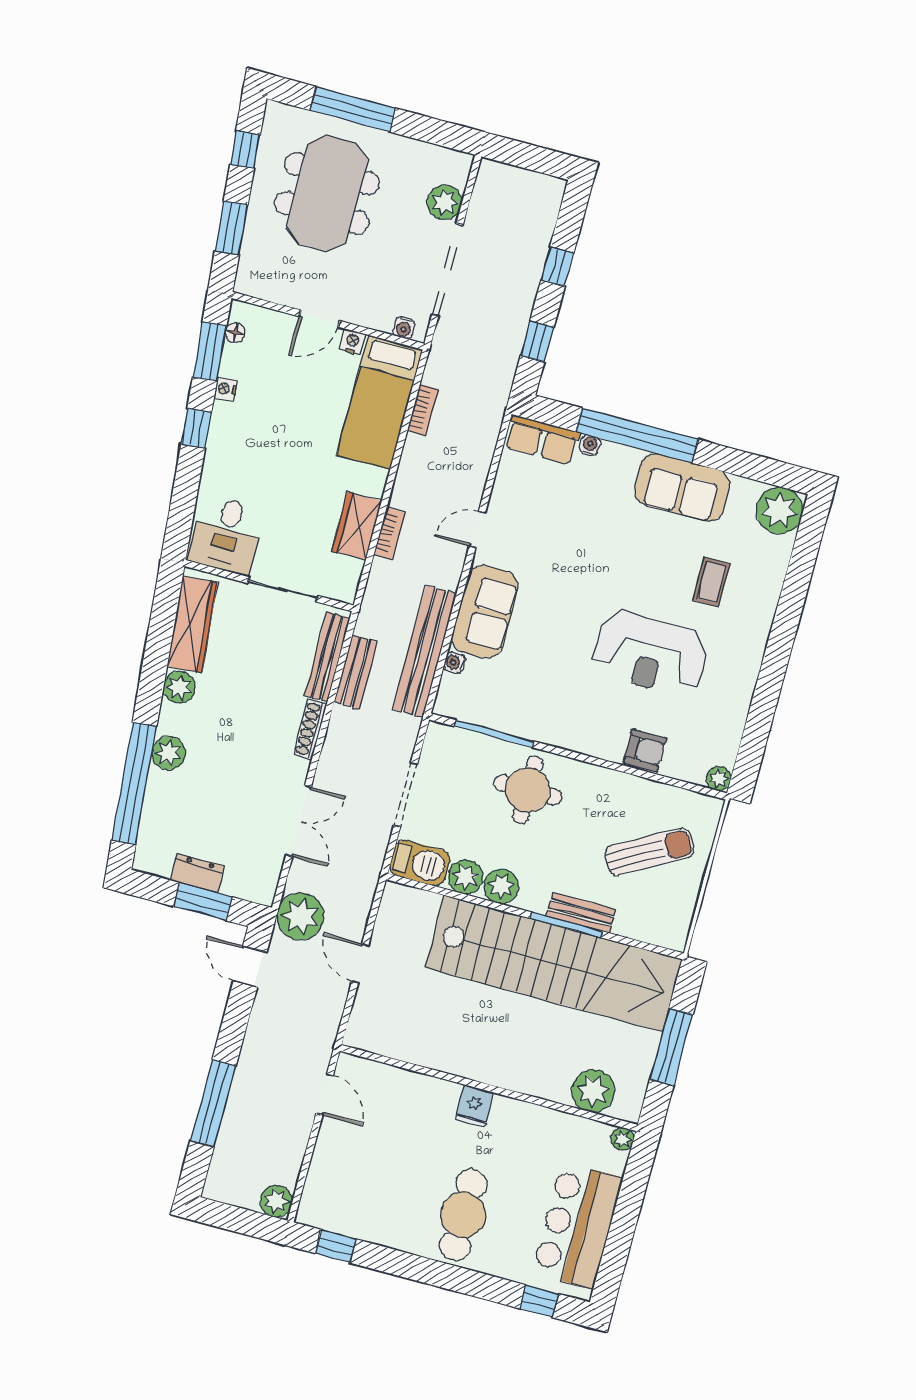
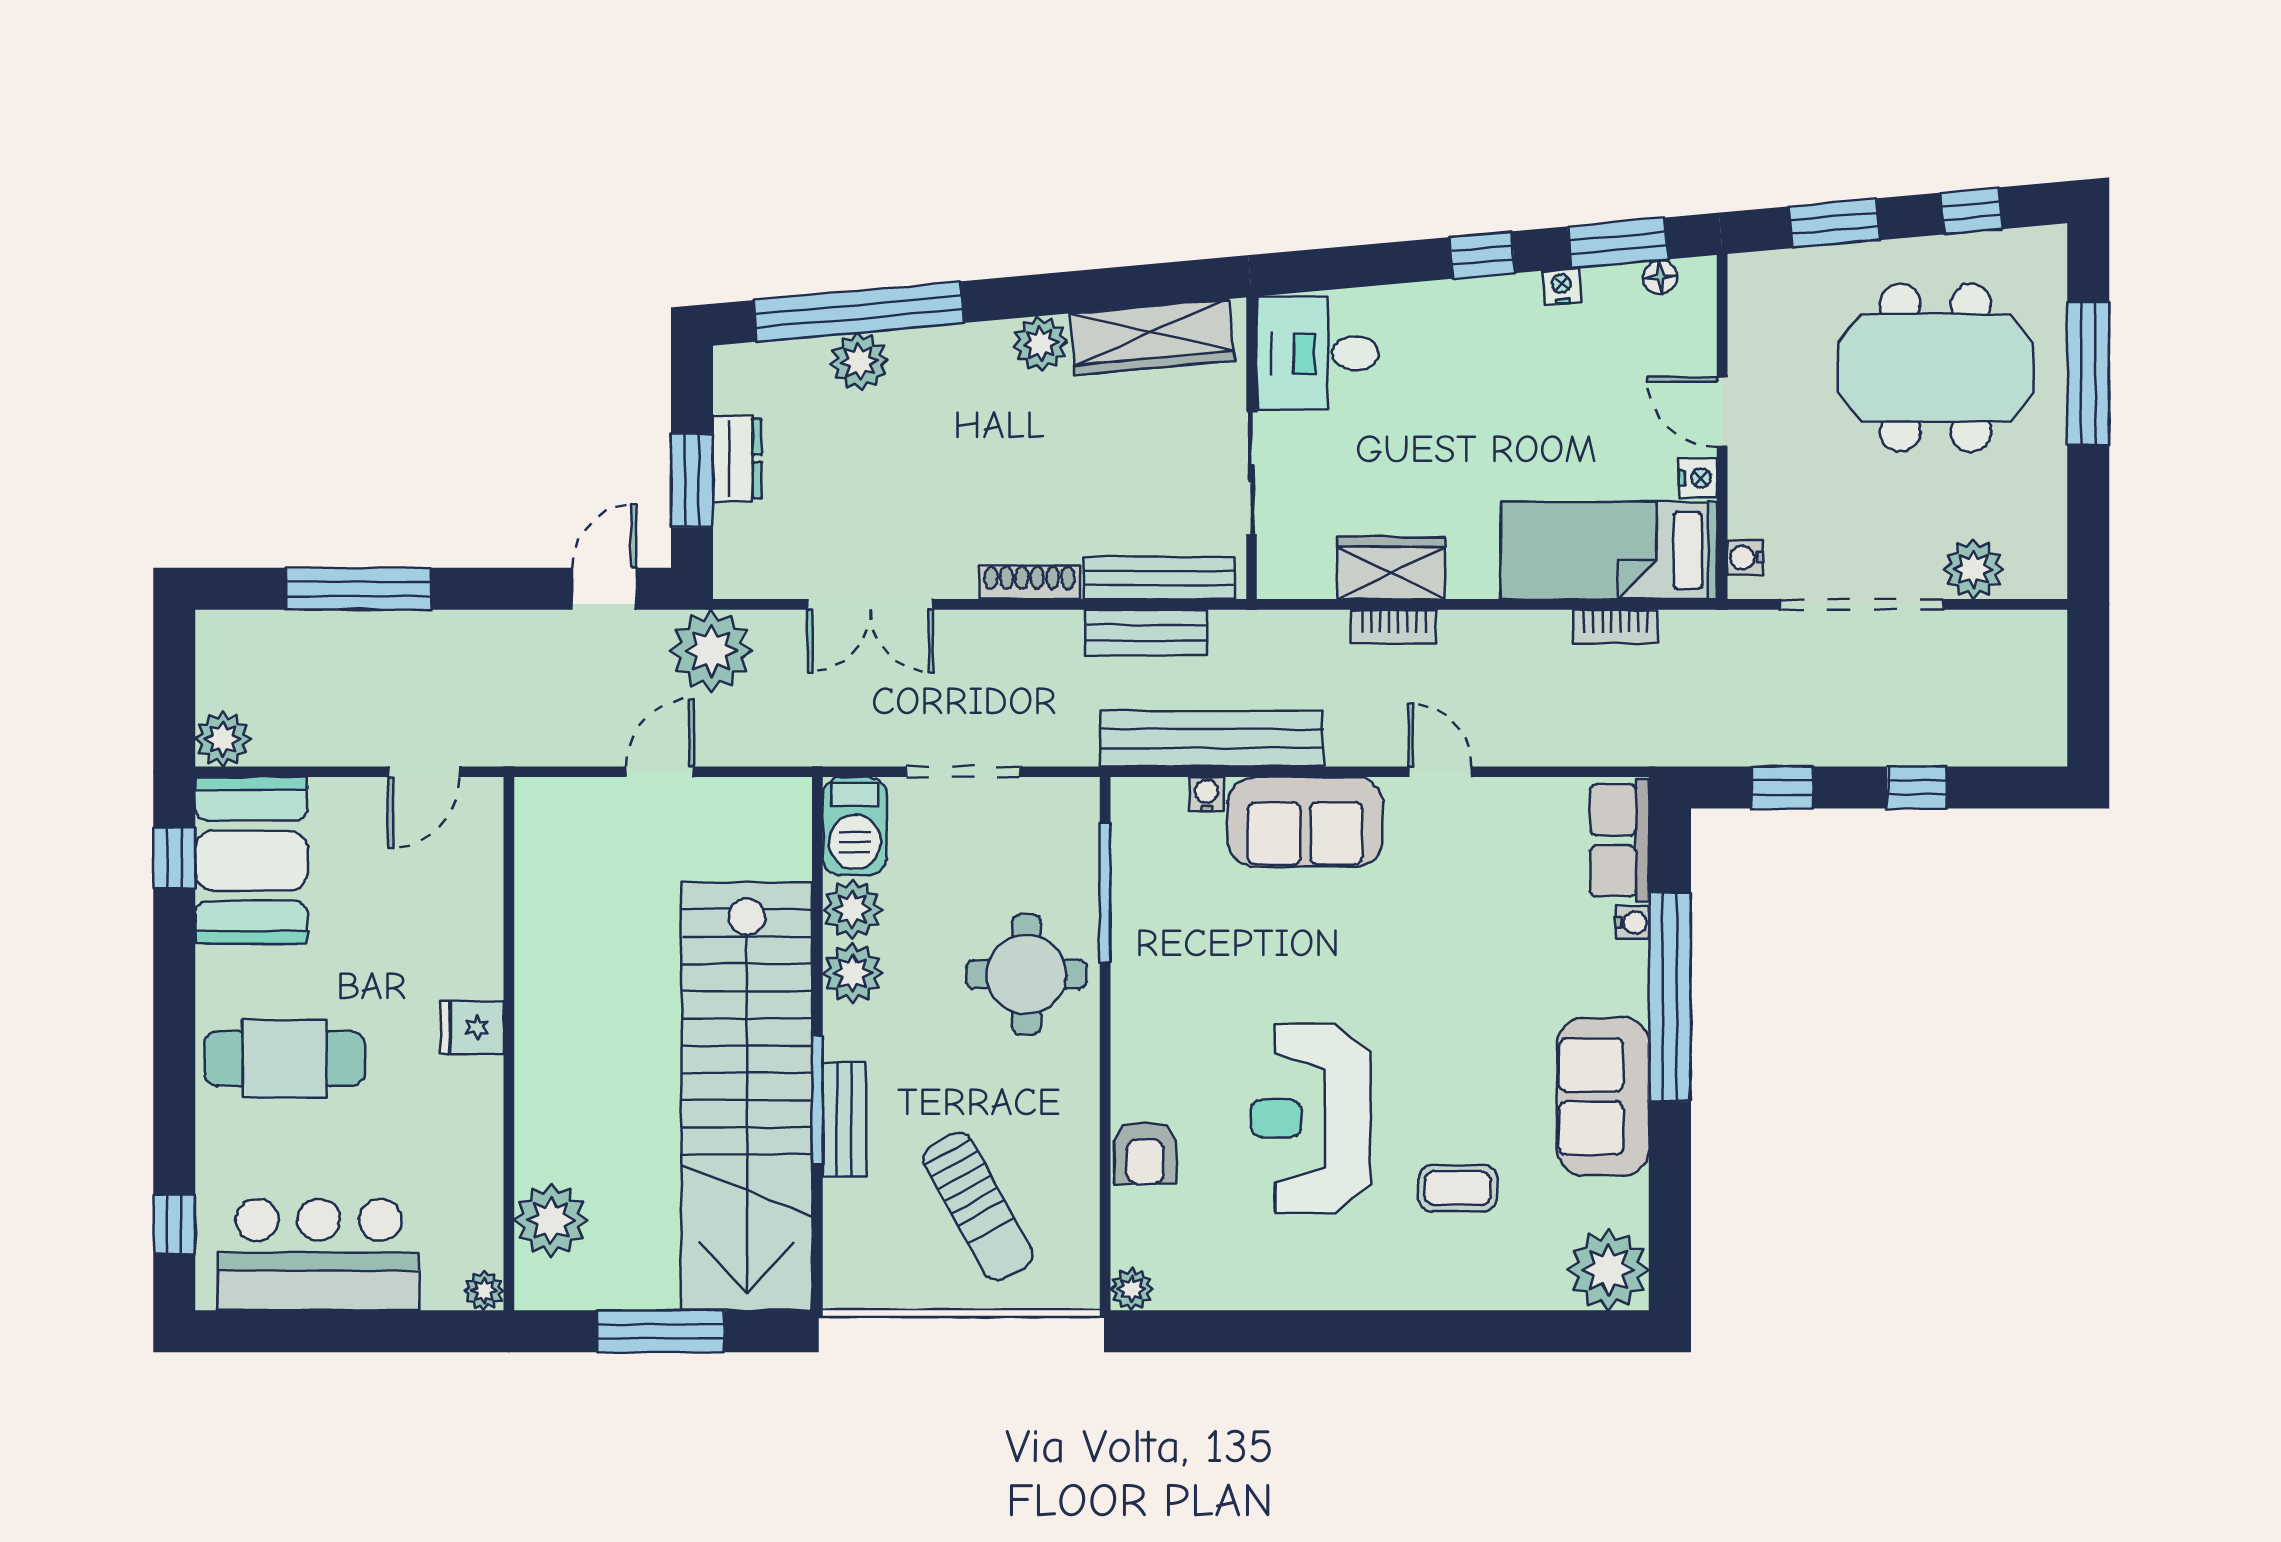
plant: (169, 753) -> (859, 362), moved
booth: (348, 1204) -> (251, 861), added

